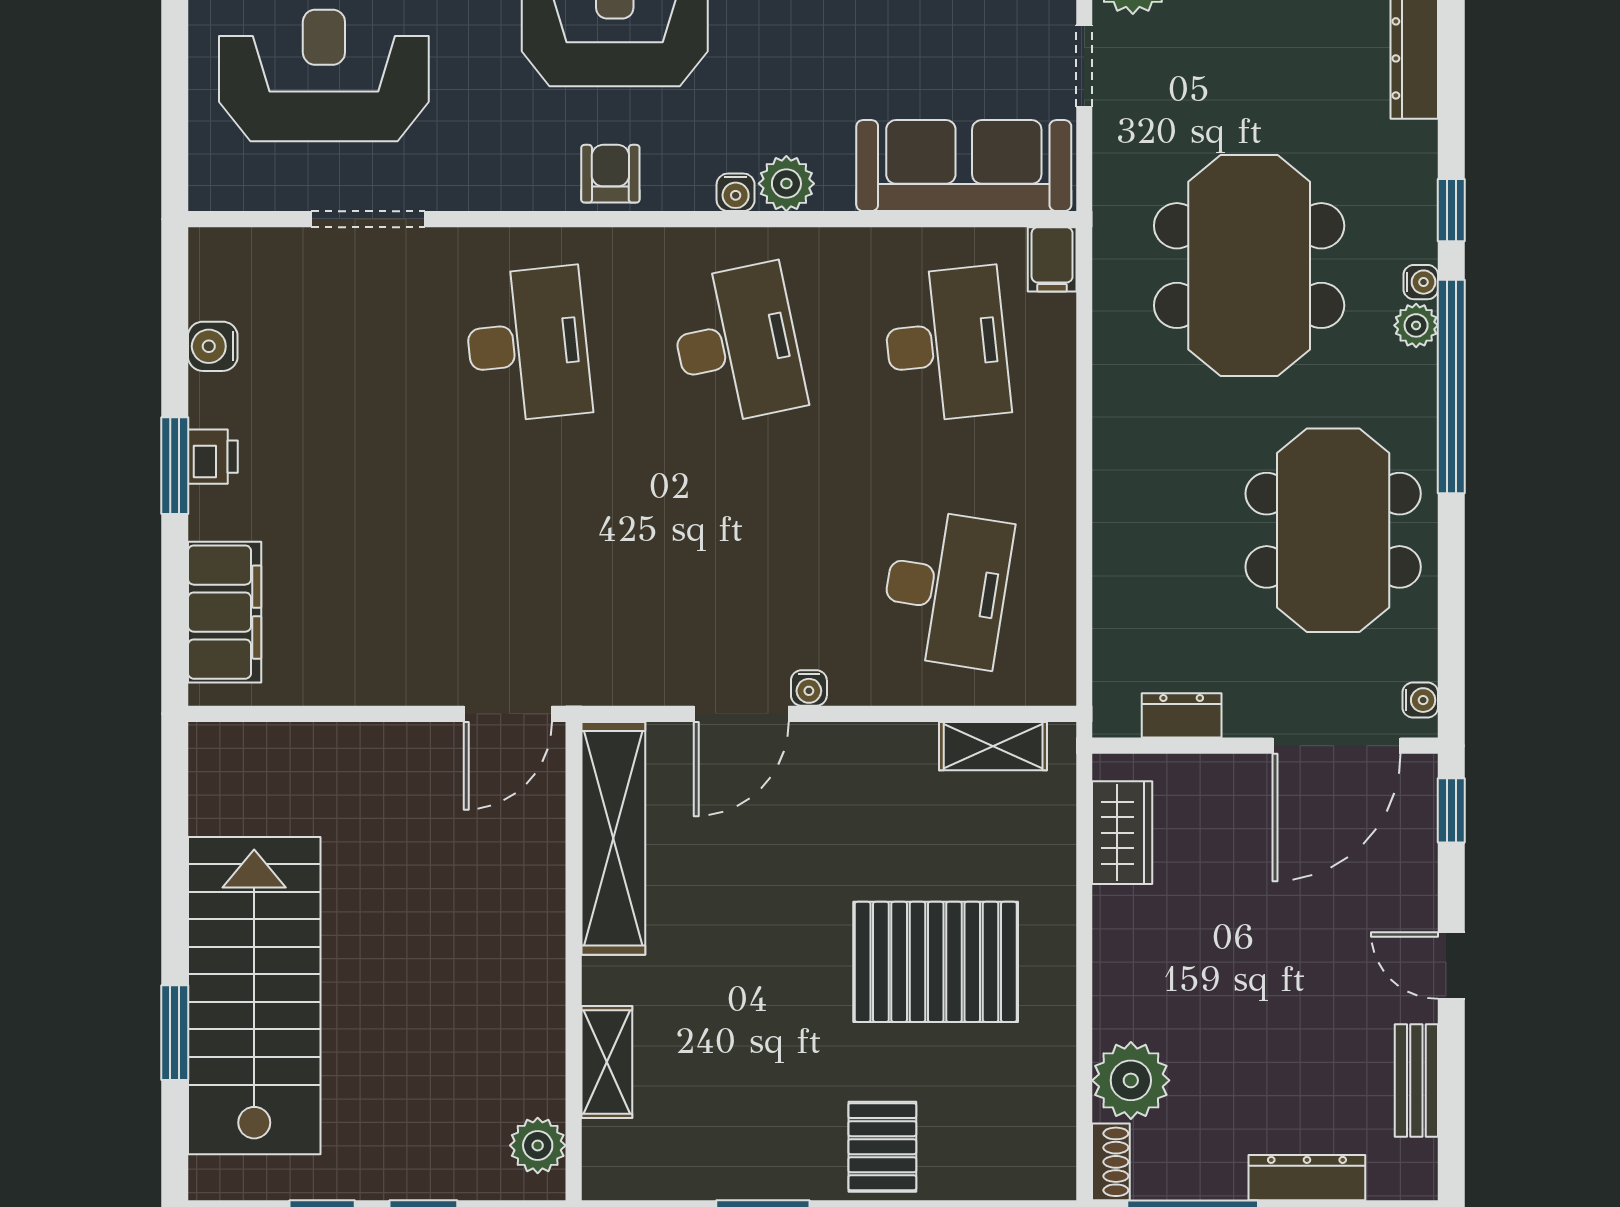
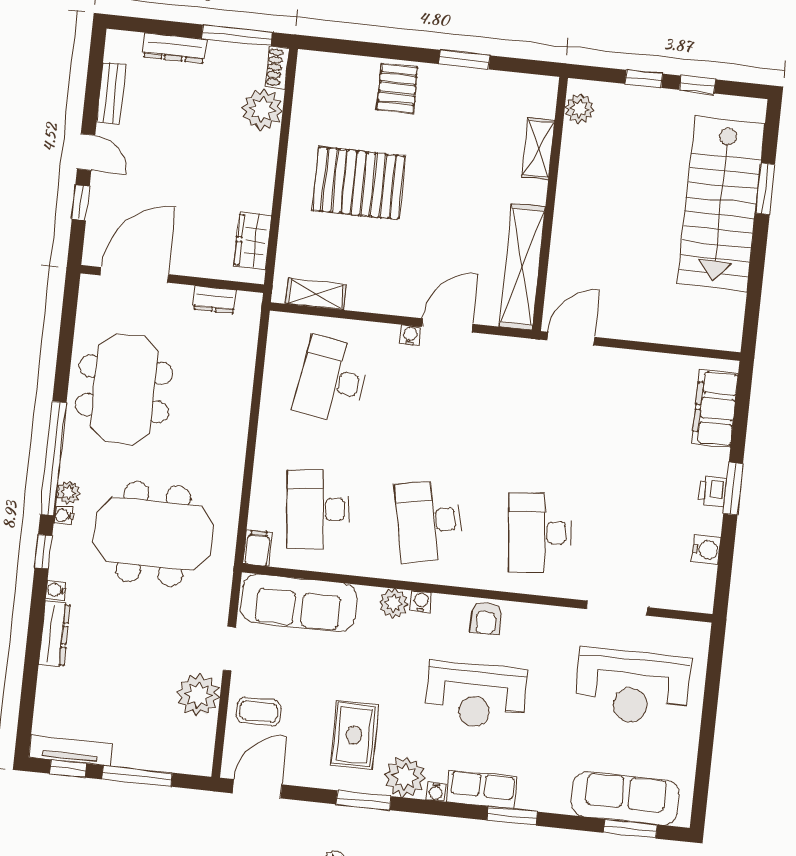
meeting table: (1249, 266) -> (153, 534), turned 90
water cooler: (1420, 700) -> (56, 590), moved
window: (1451, 810) -> (81, 203), moved

